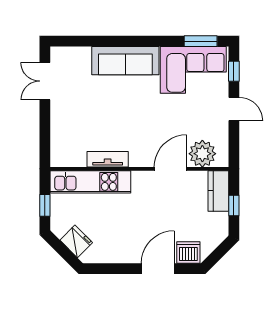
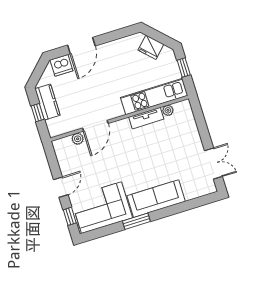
window: (201, 41) -> (136, 221), moved
door: (234, 109) -> (61, 187), swing flipped
plant: (202, 154) -> (78, 139), width x0.53, depth x0.53
plant: (79, 160) -> (168, 110), added
kitchen counter: (218, 191) -> (47, 102), moved

